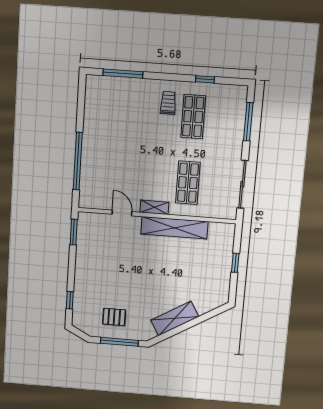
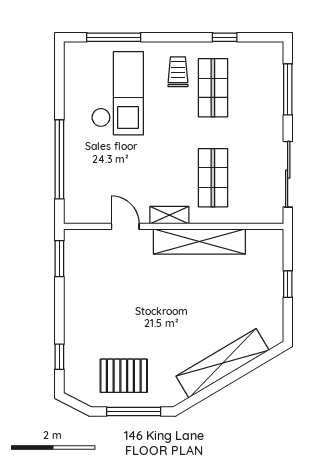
checkout: (123, 116) -> (118, 93), added
pallet: (114, 317) -> (124, 376), width x1.50, depth x1.42
shelving: (175, 318) -> (222, 363), width x1.47

